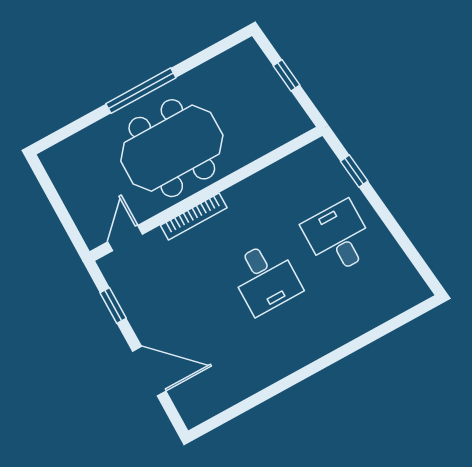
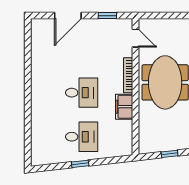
window: (354, 171) -> (80, 164), moved
filing cabinet: (250, 194) -> (124, 107), added
desk: (265, 278) -> (82, 93), turned 180

